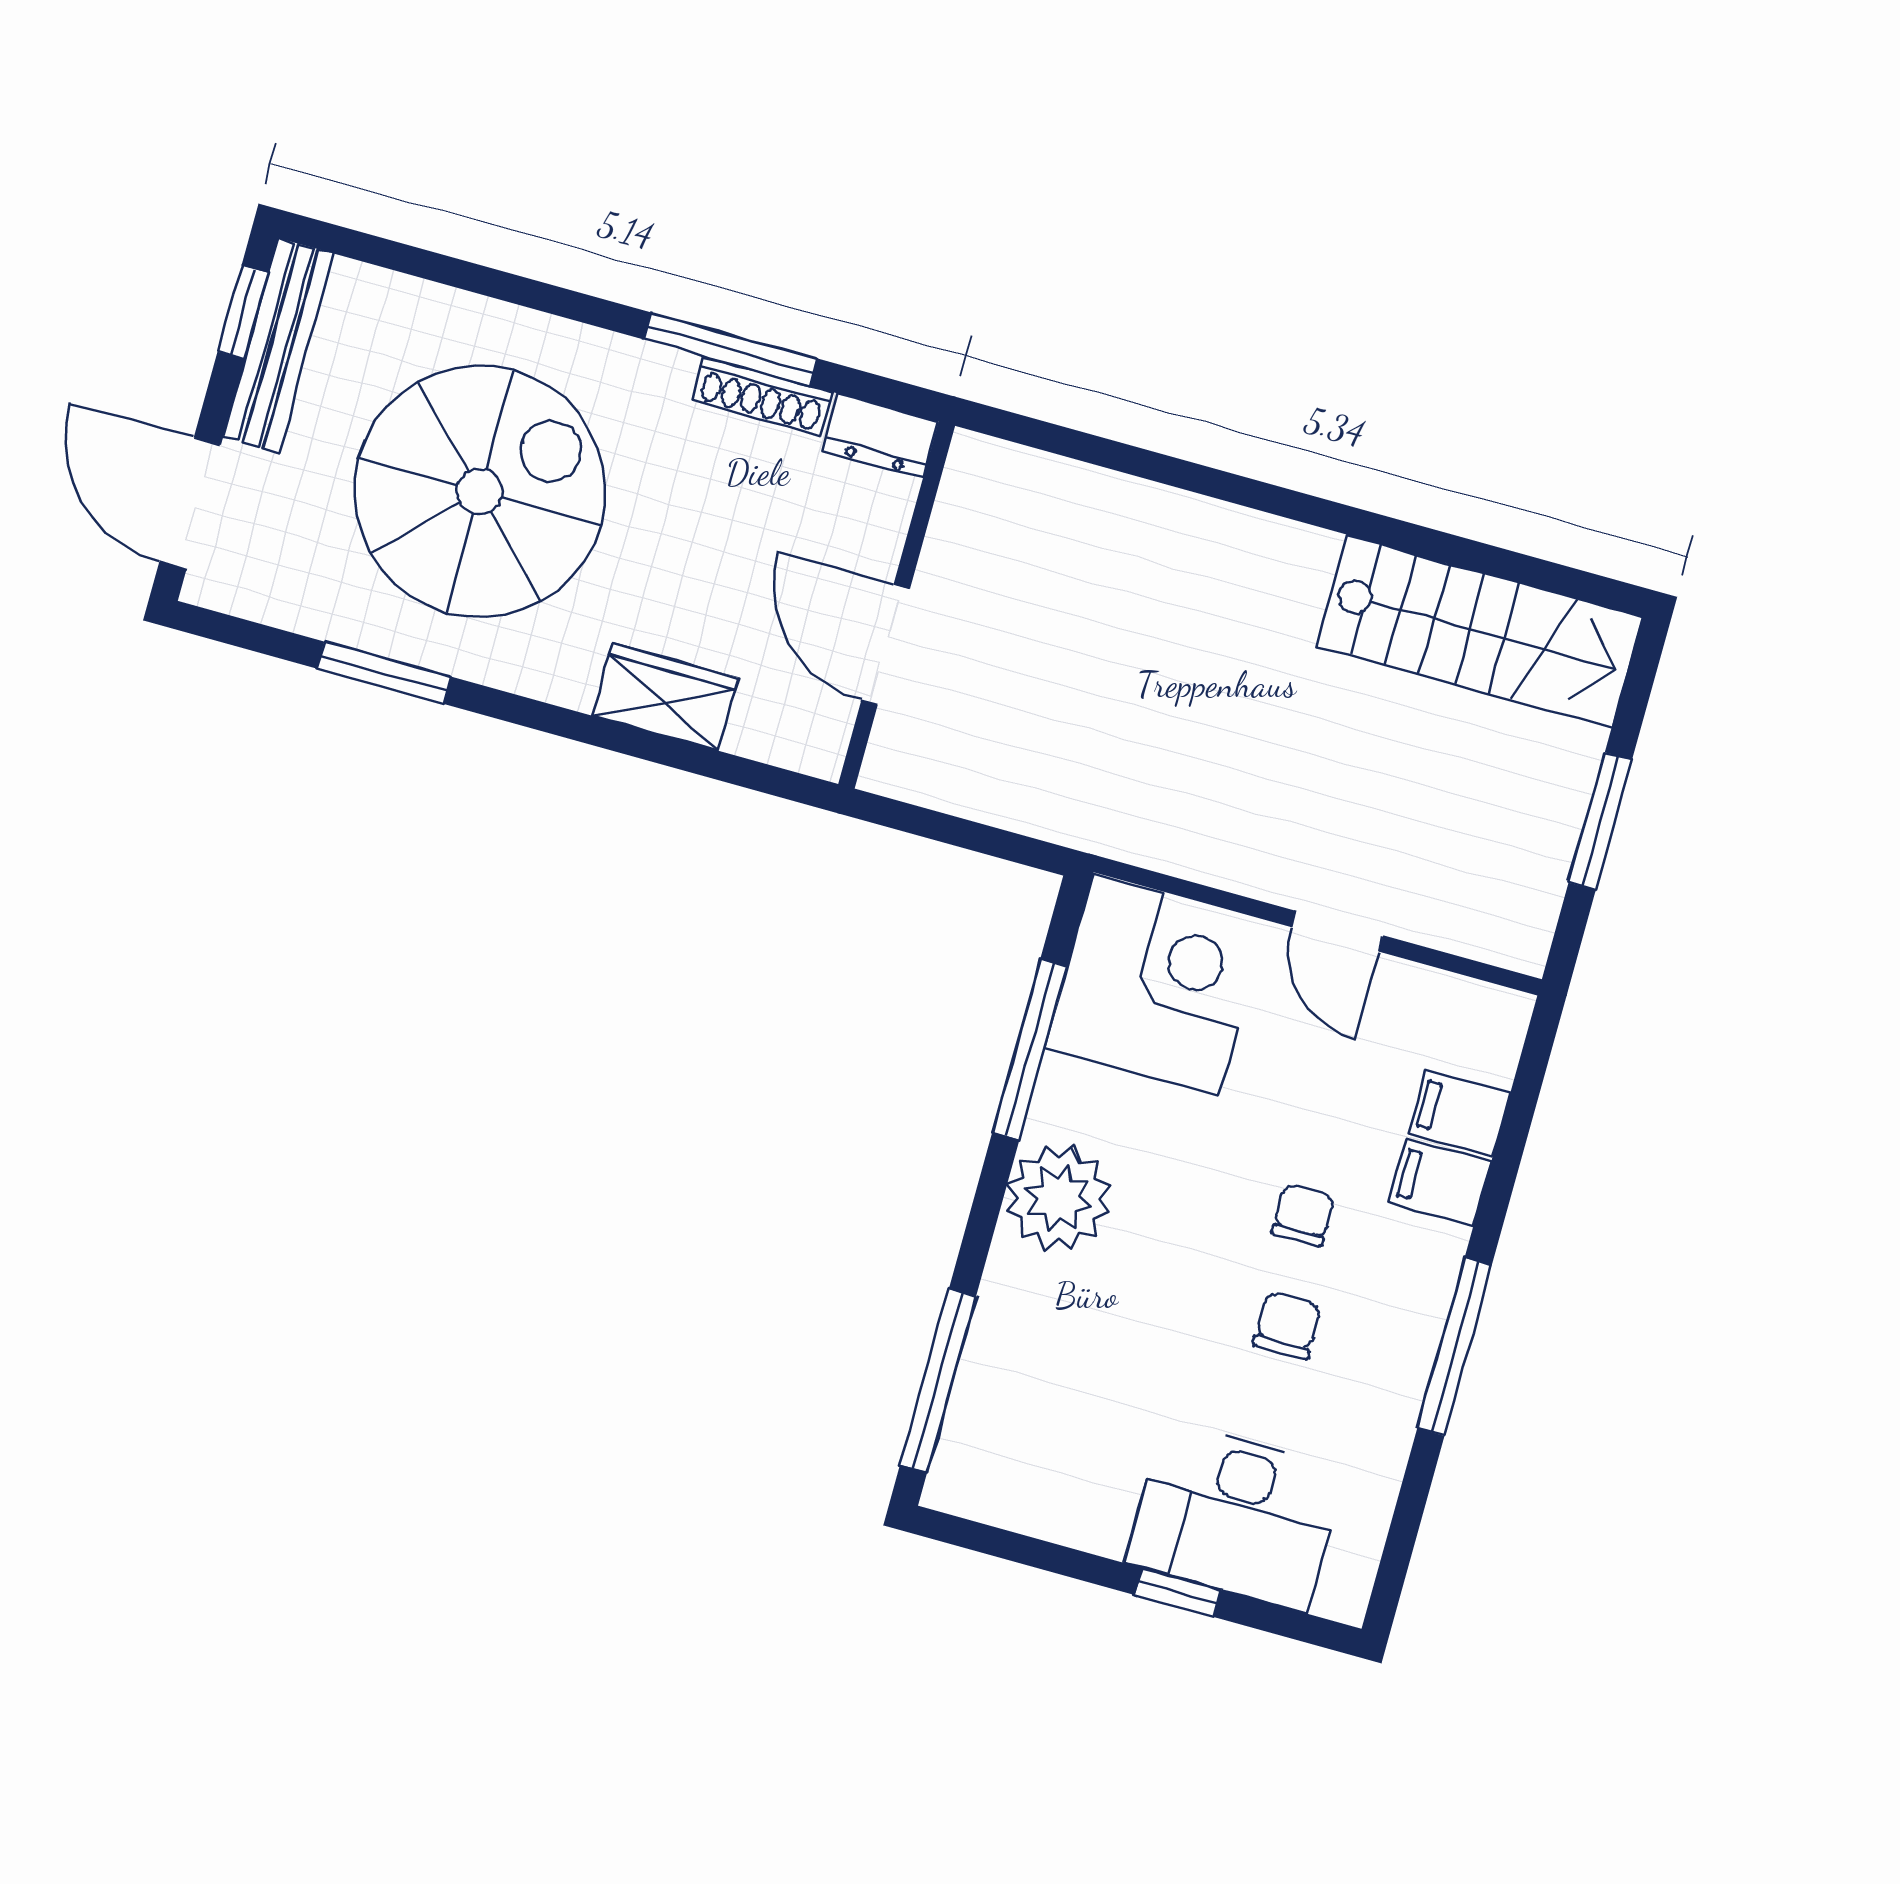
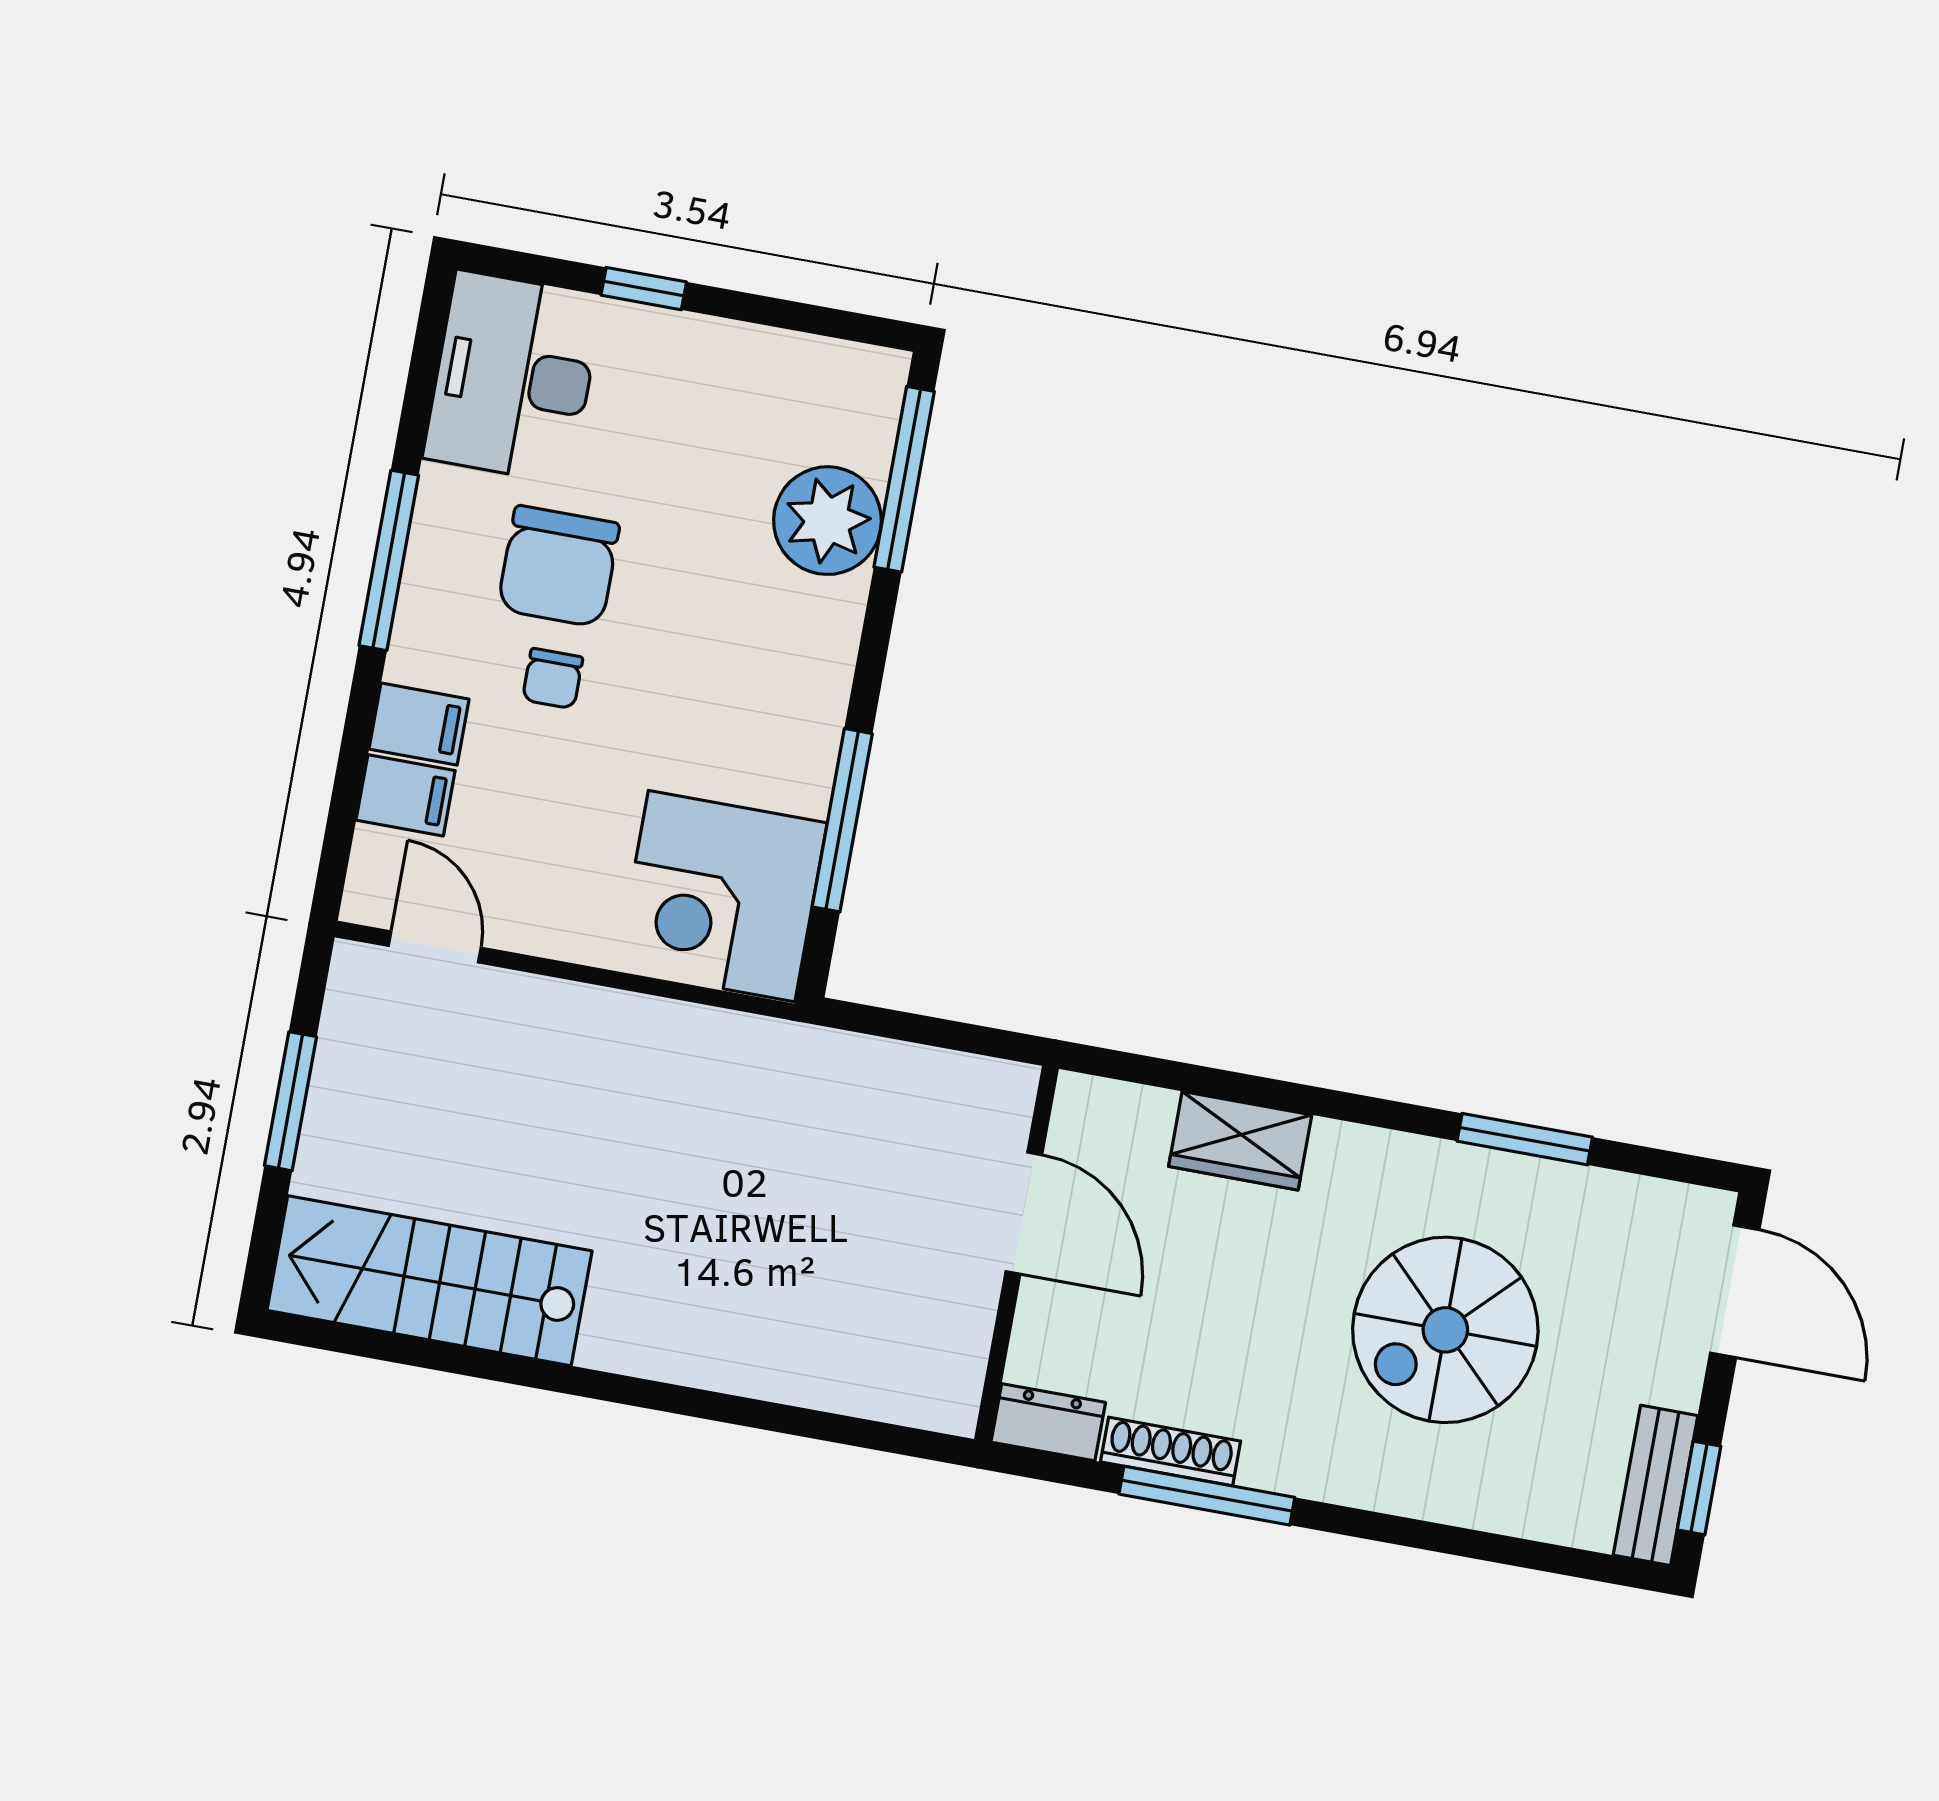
bench: (279, 345) -> (1656, 1485), width x0.73
spiral stairs: (480, 491) -> (1445, 1330), width x0.73, depth x0.73
door: (1337, 931) -> (435, 947), moved
plant: (1059, 1198) -> (827, 521), moved
chair: (1287, 1326) -> (558, 566), width x1.87, depth x1.87
desk: (1236, 1516) -> (513, 377), moved, turned -90

